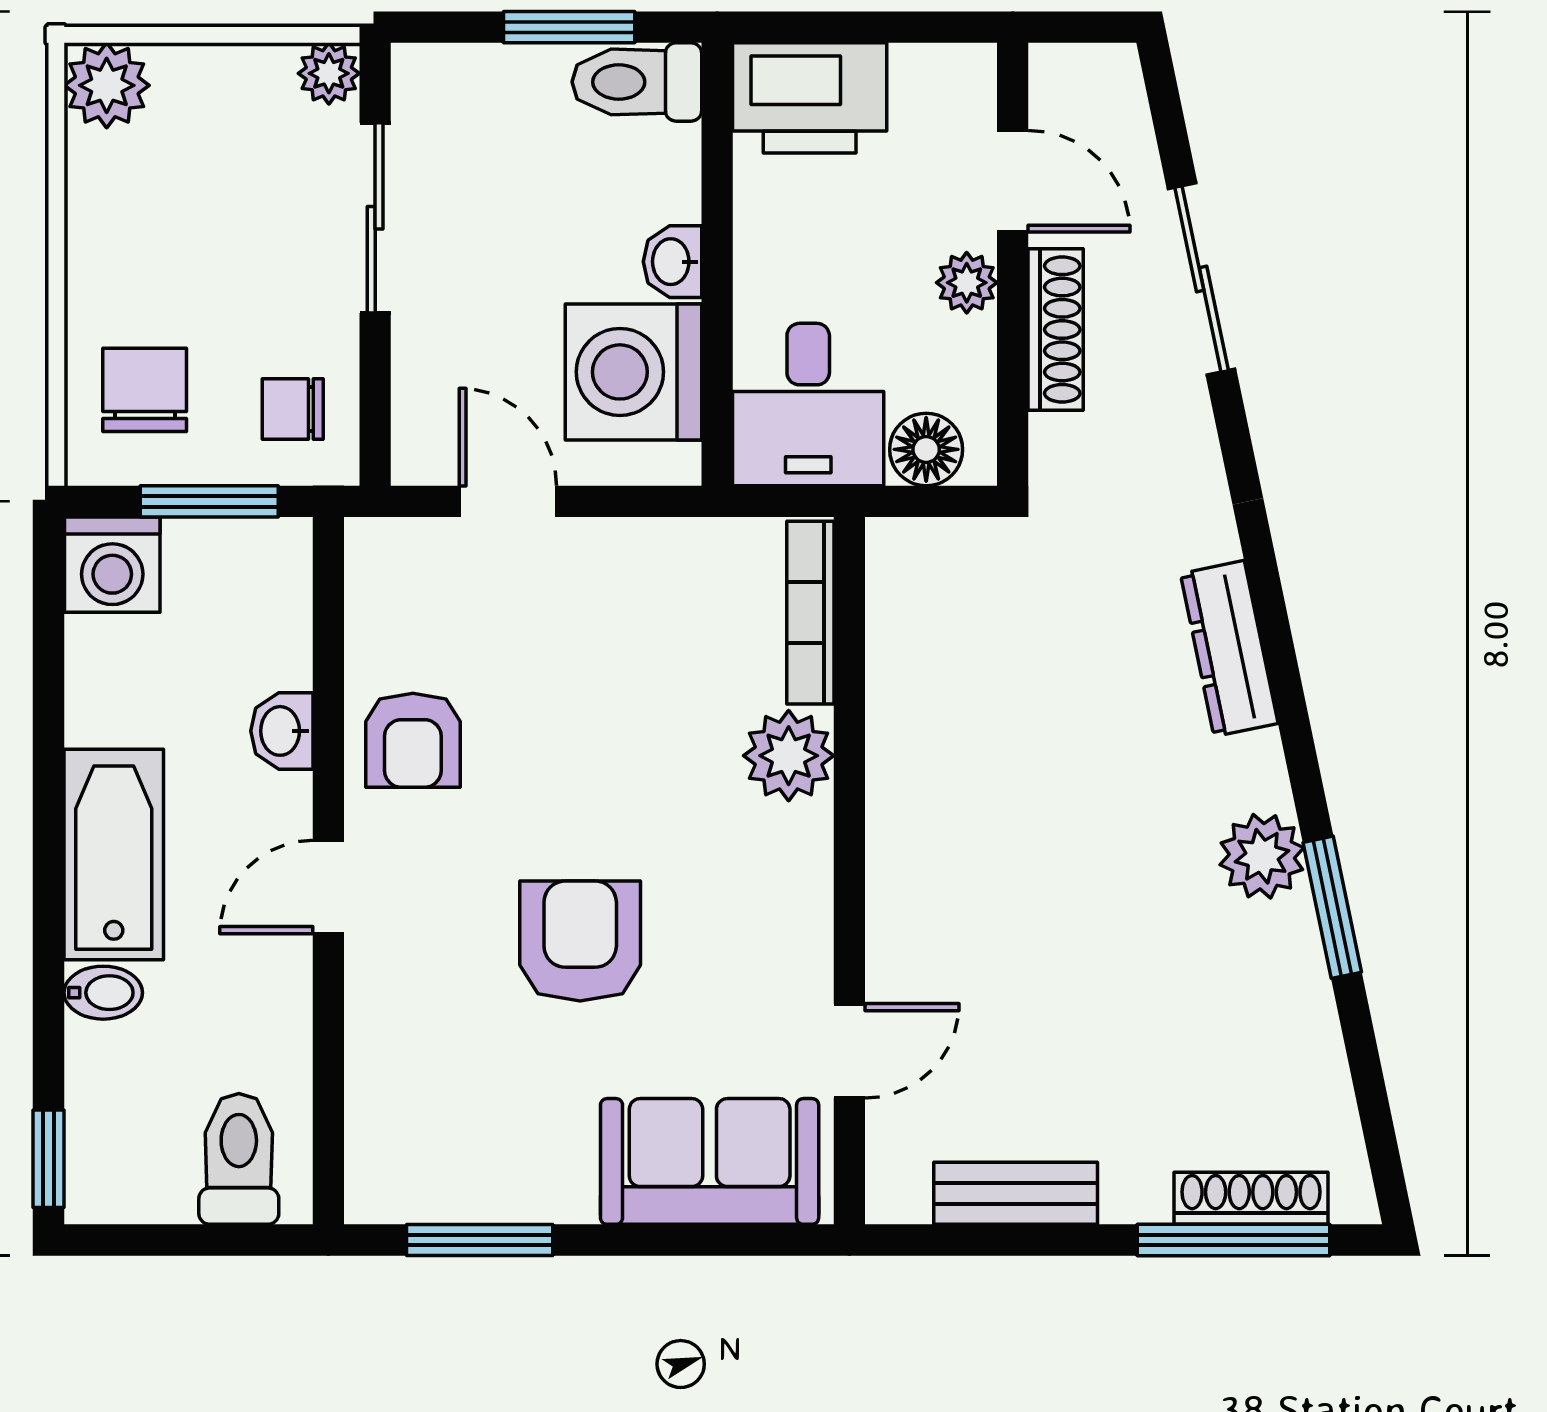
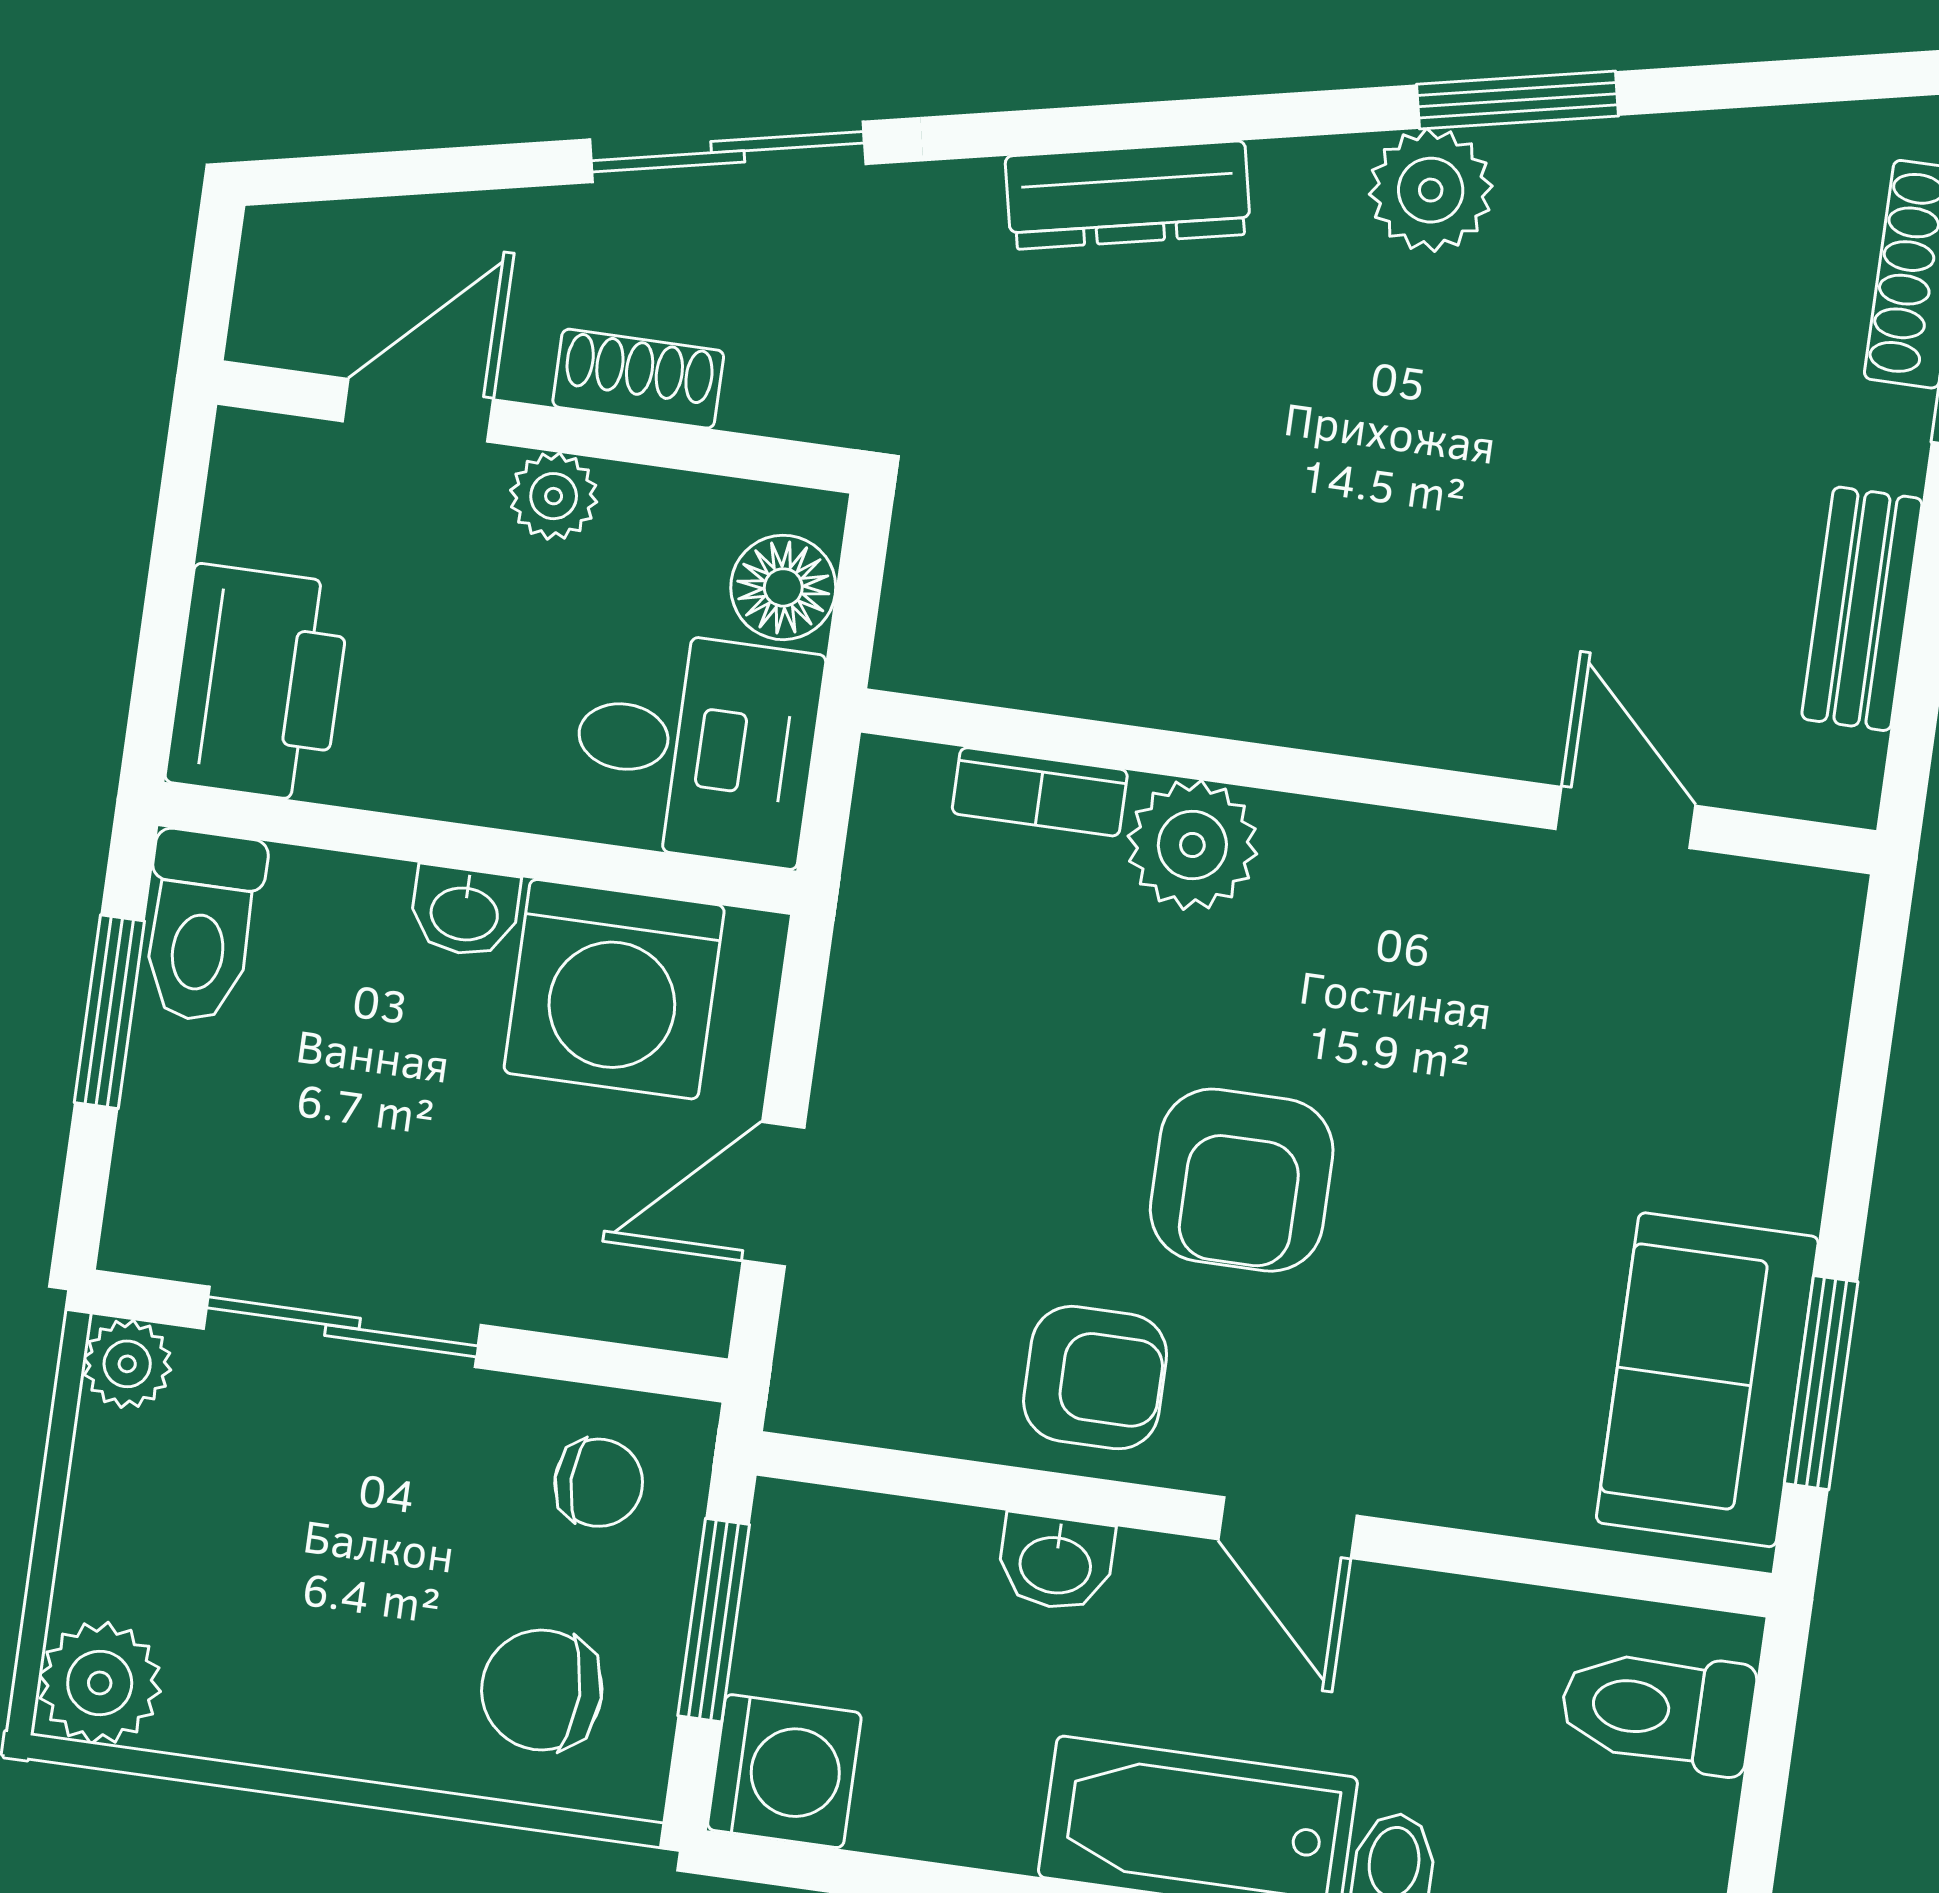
sliding door: (1202, 279) -> (728, 152), moved
shoe rack: (1056, 330) -> (638, 379), width x0.70
chair: (293, 409) -> (599, 1483), turned -90
bookcase: (810, 613) -> (1040, 792), width x0.64
armchair: (580, 941) -> (1242, 1180), moved, turned -90
sofa: (710, 1161) -> (1707, 1380), moved

